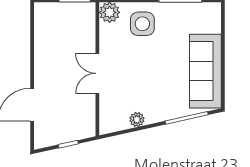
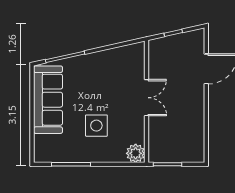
side table: (142, 24) -> (96, 126), moved
plant: (137, 120) -> (111, 55), removed

